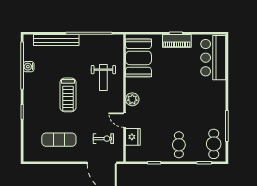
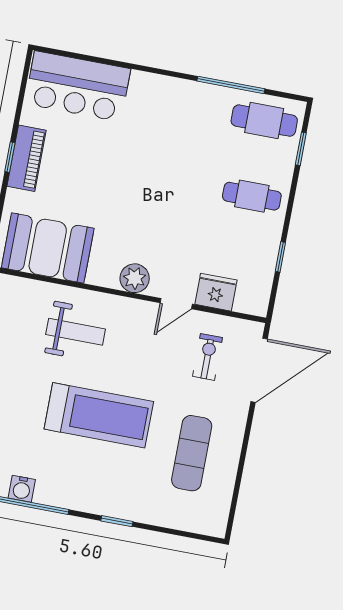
treadmill: (68, 95) -> (99, 415), width x1.37, depth x1.38

